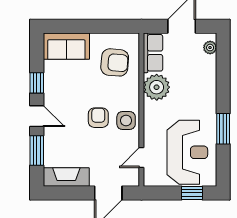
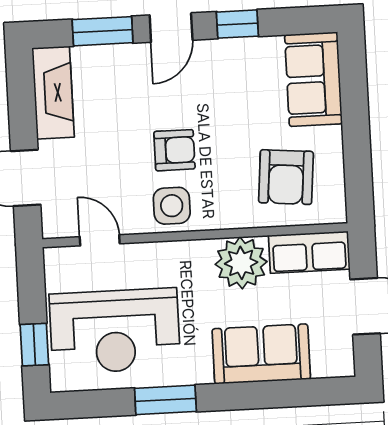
plant: (210, 48) -> (326, 365), removed
sofa: (203, 80) -> (261, 354), added

